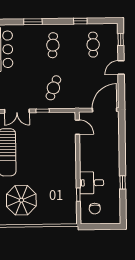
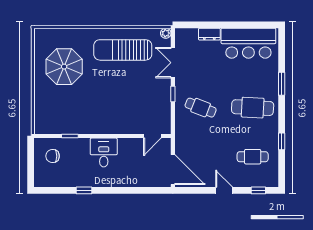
cafe table: (53, 45) -> (253, 108), width x1.37, depth x1.35
desk: (92, 183) -> (104, 153), moved

